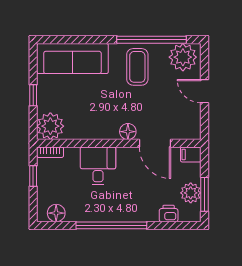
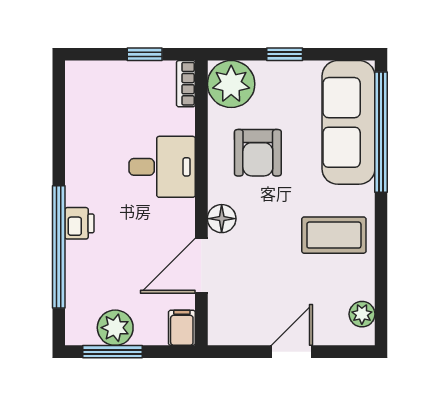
window: (151, 40) -> (381, 132), moved
plant: (183, 57) -> (362, 314), width x0.53, depth x0.53
armchair: (90, 111) -> (258, 153), added
floor lamp: (56, 213) -> (80, 94), removed
printer: (169, 213) -> (79, 223), moved
window: (111, 225) -> (59, 247), moved

